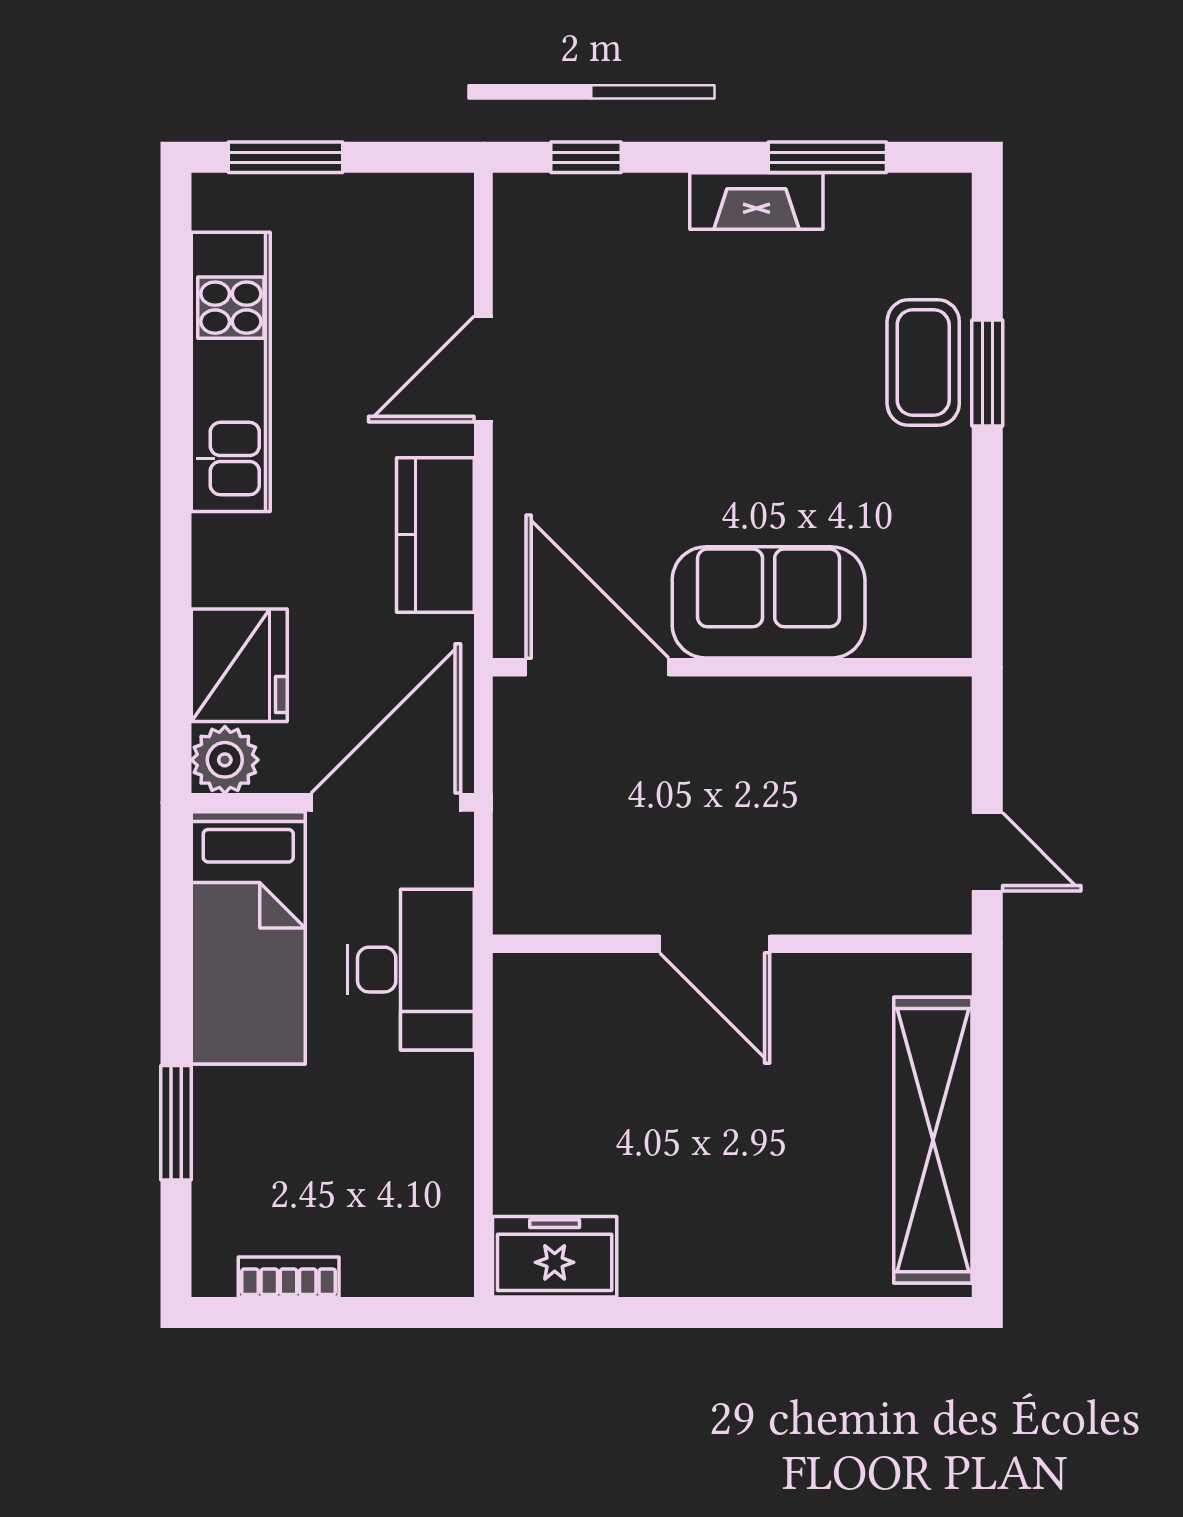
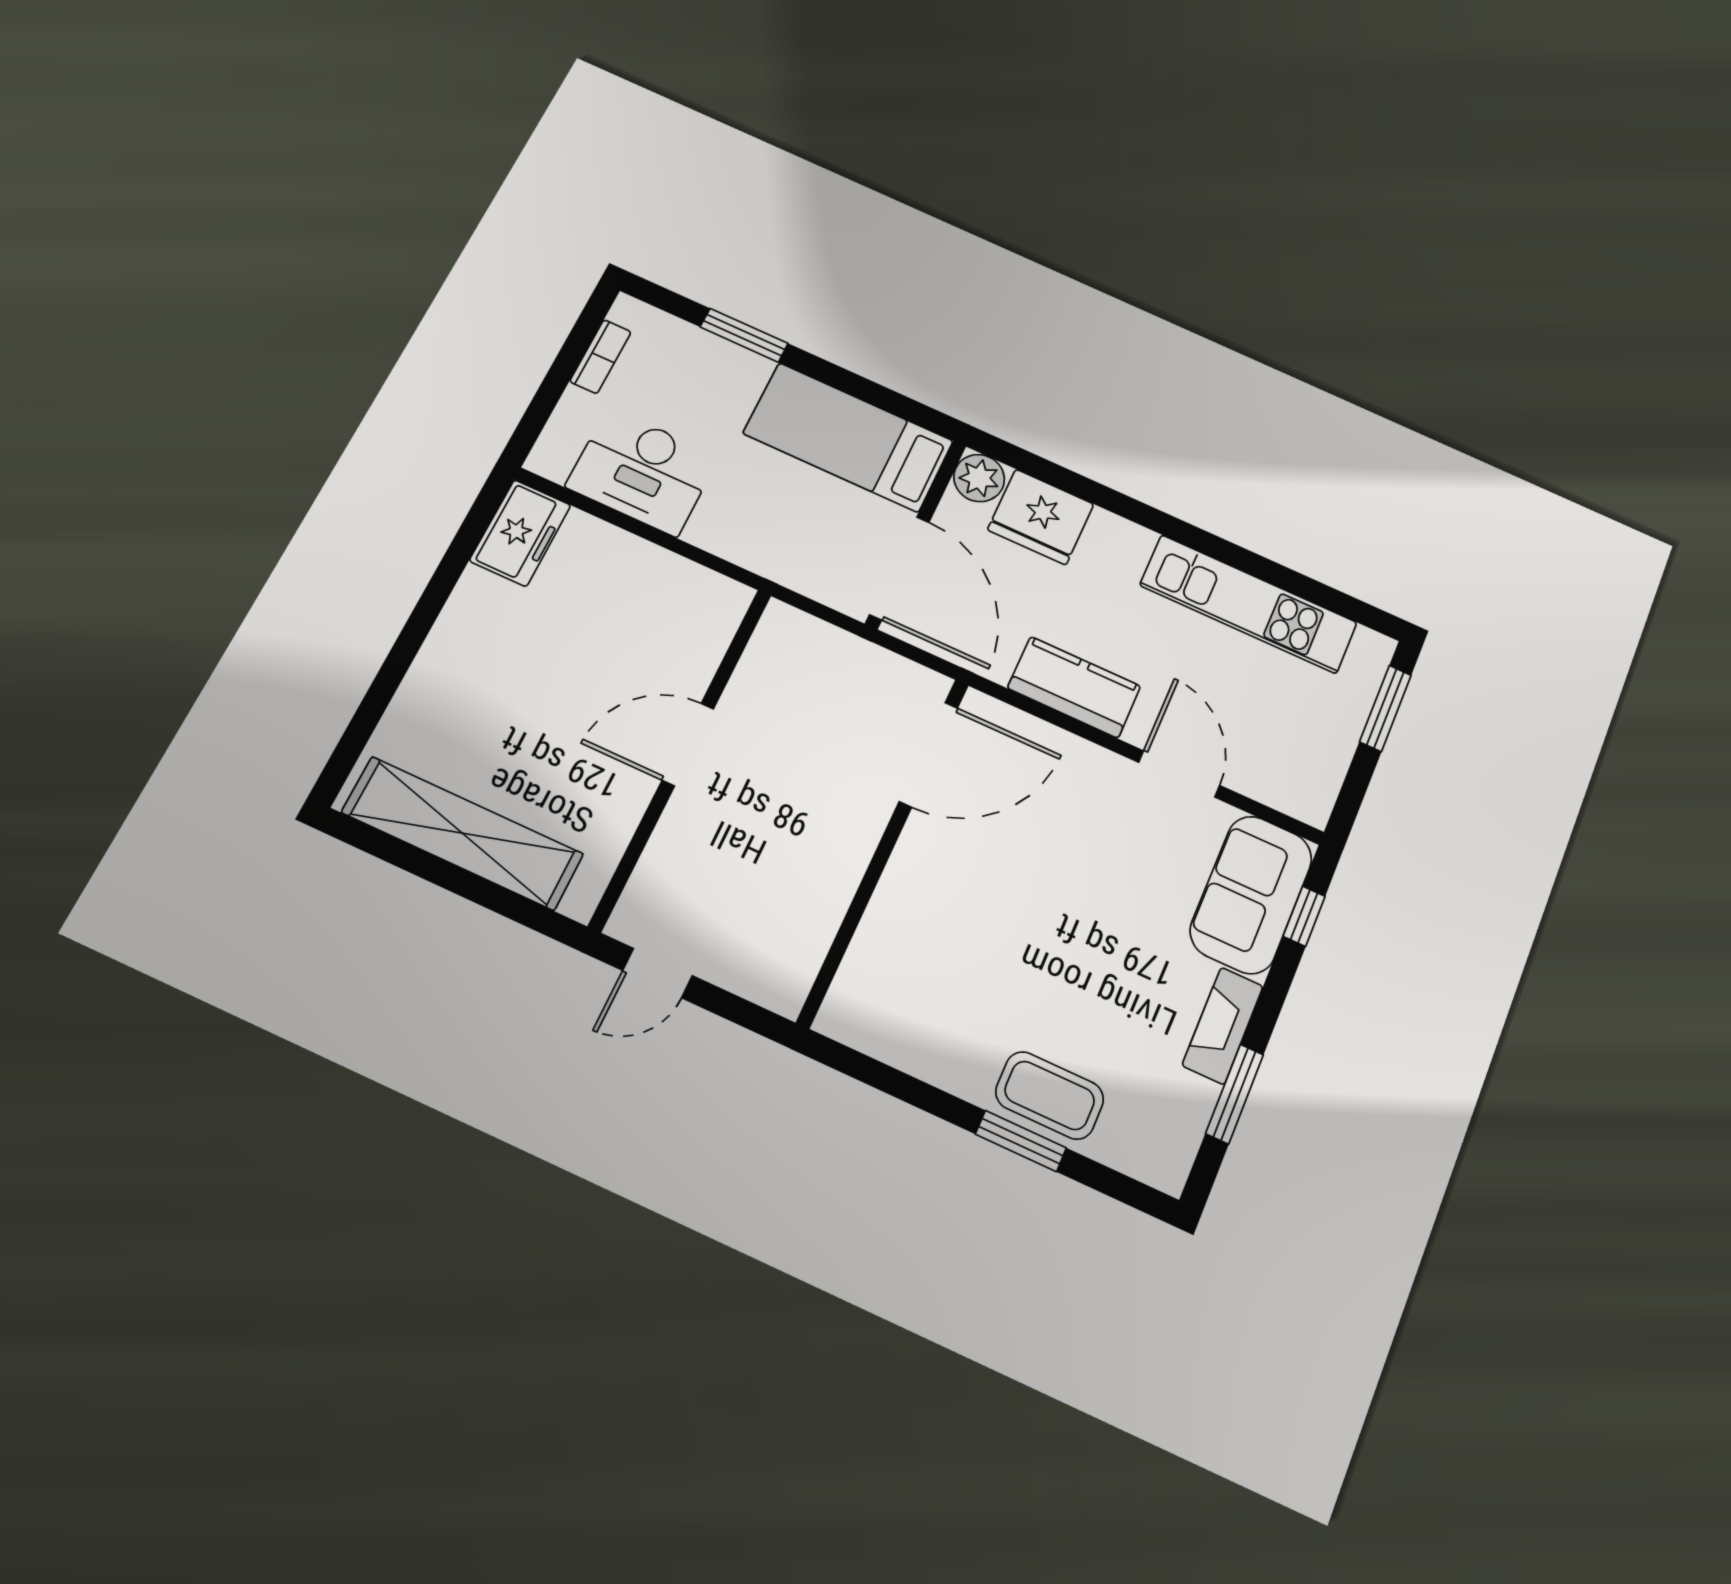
sofa: (769, 602) -> (1251, 894), moved, turned 180
desk: (411, 970) -> (642, 472), moved

